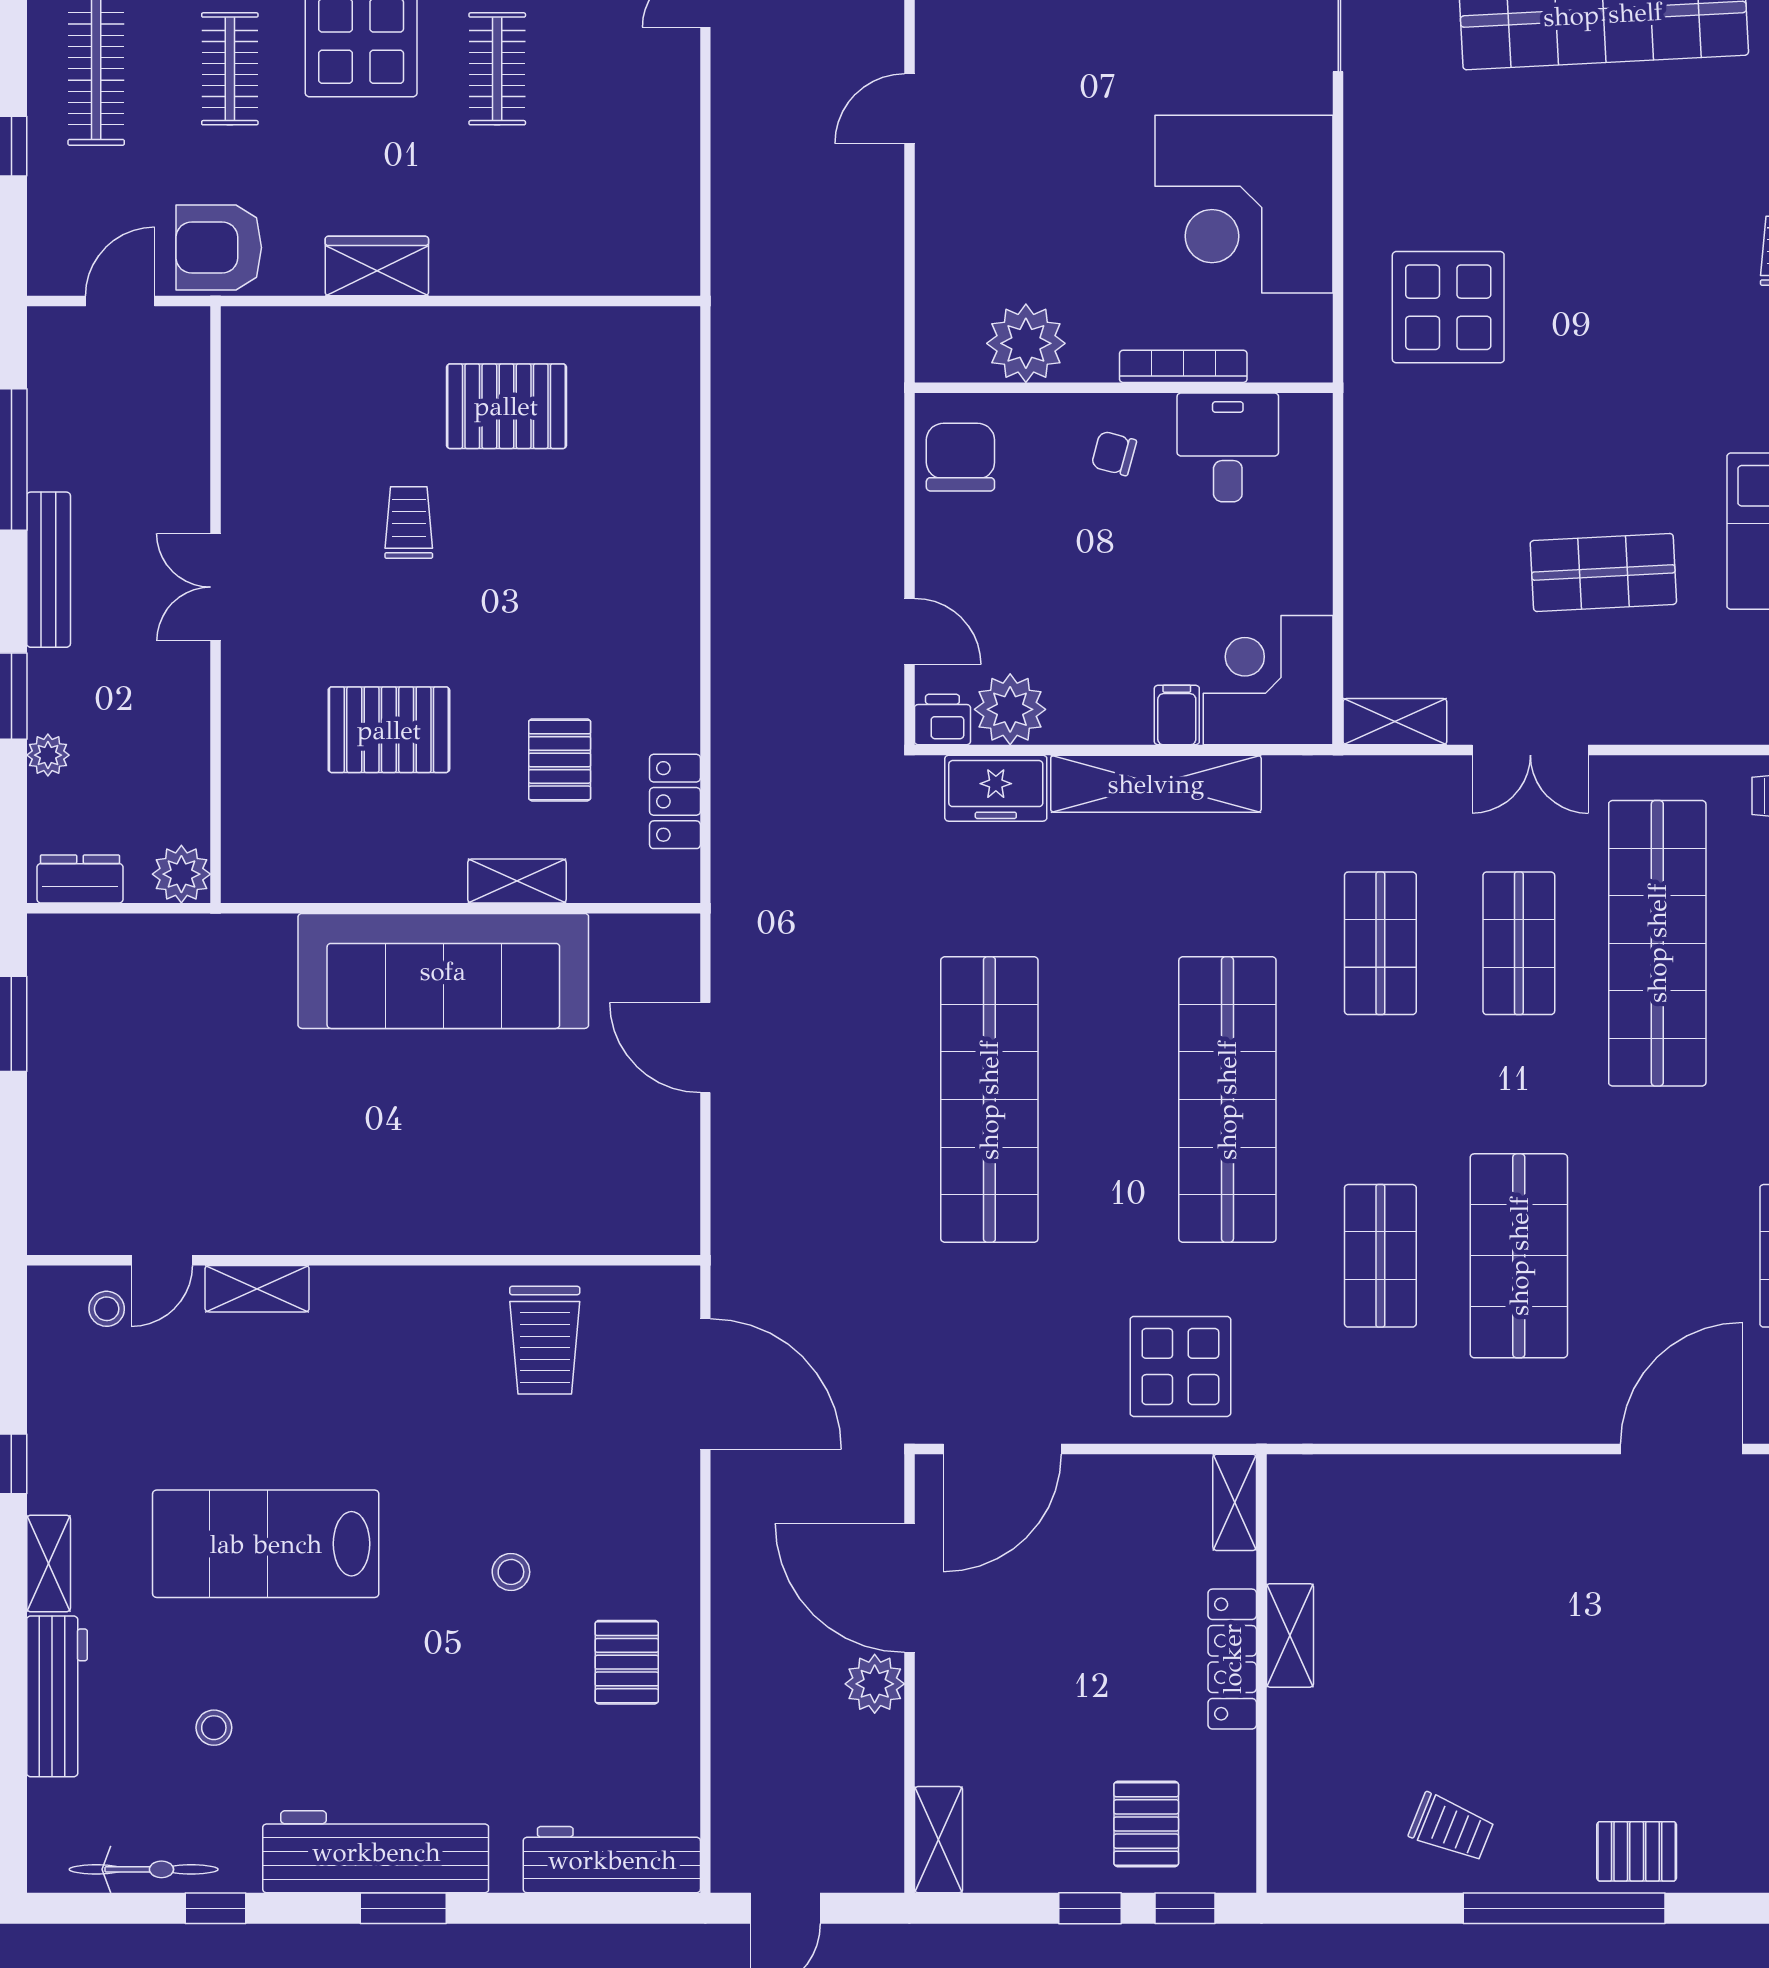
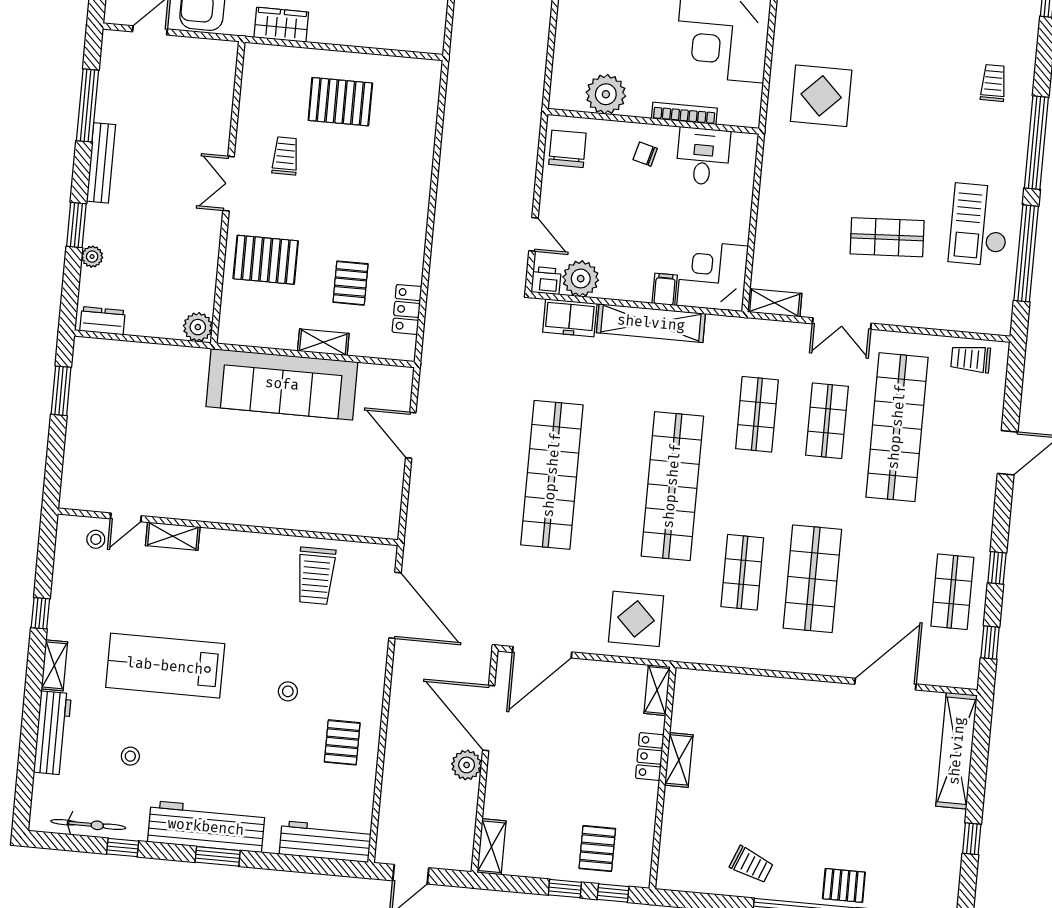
double door: (216, 587) -> (229, 184), moved
wall: (216, 605) -> (228, 192), moved
plant: (181, 874) -> (198, 327), moved
locker: (1232, 1659) -> (650, 756), width x0.66

